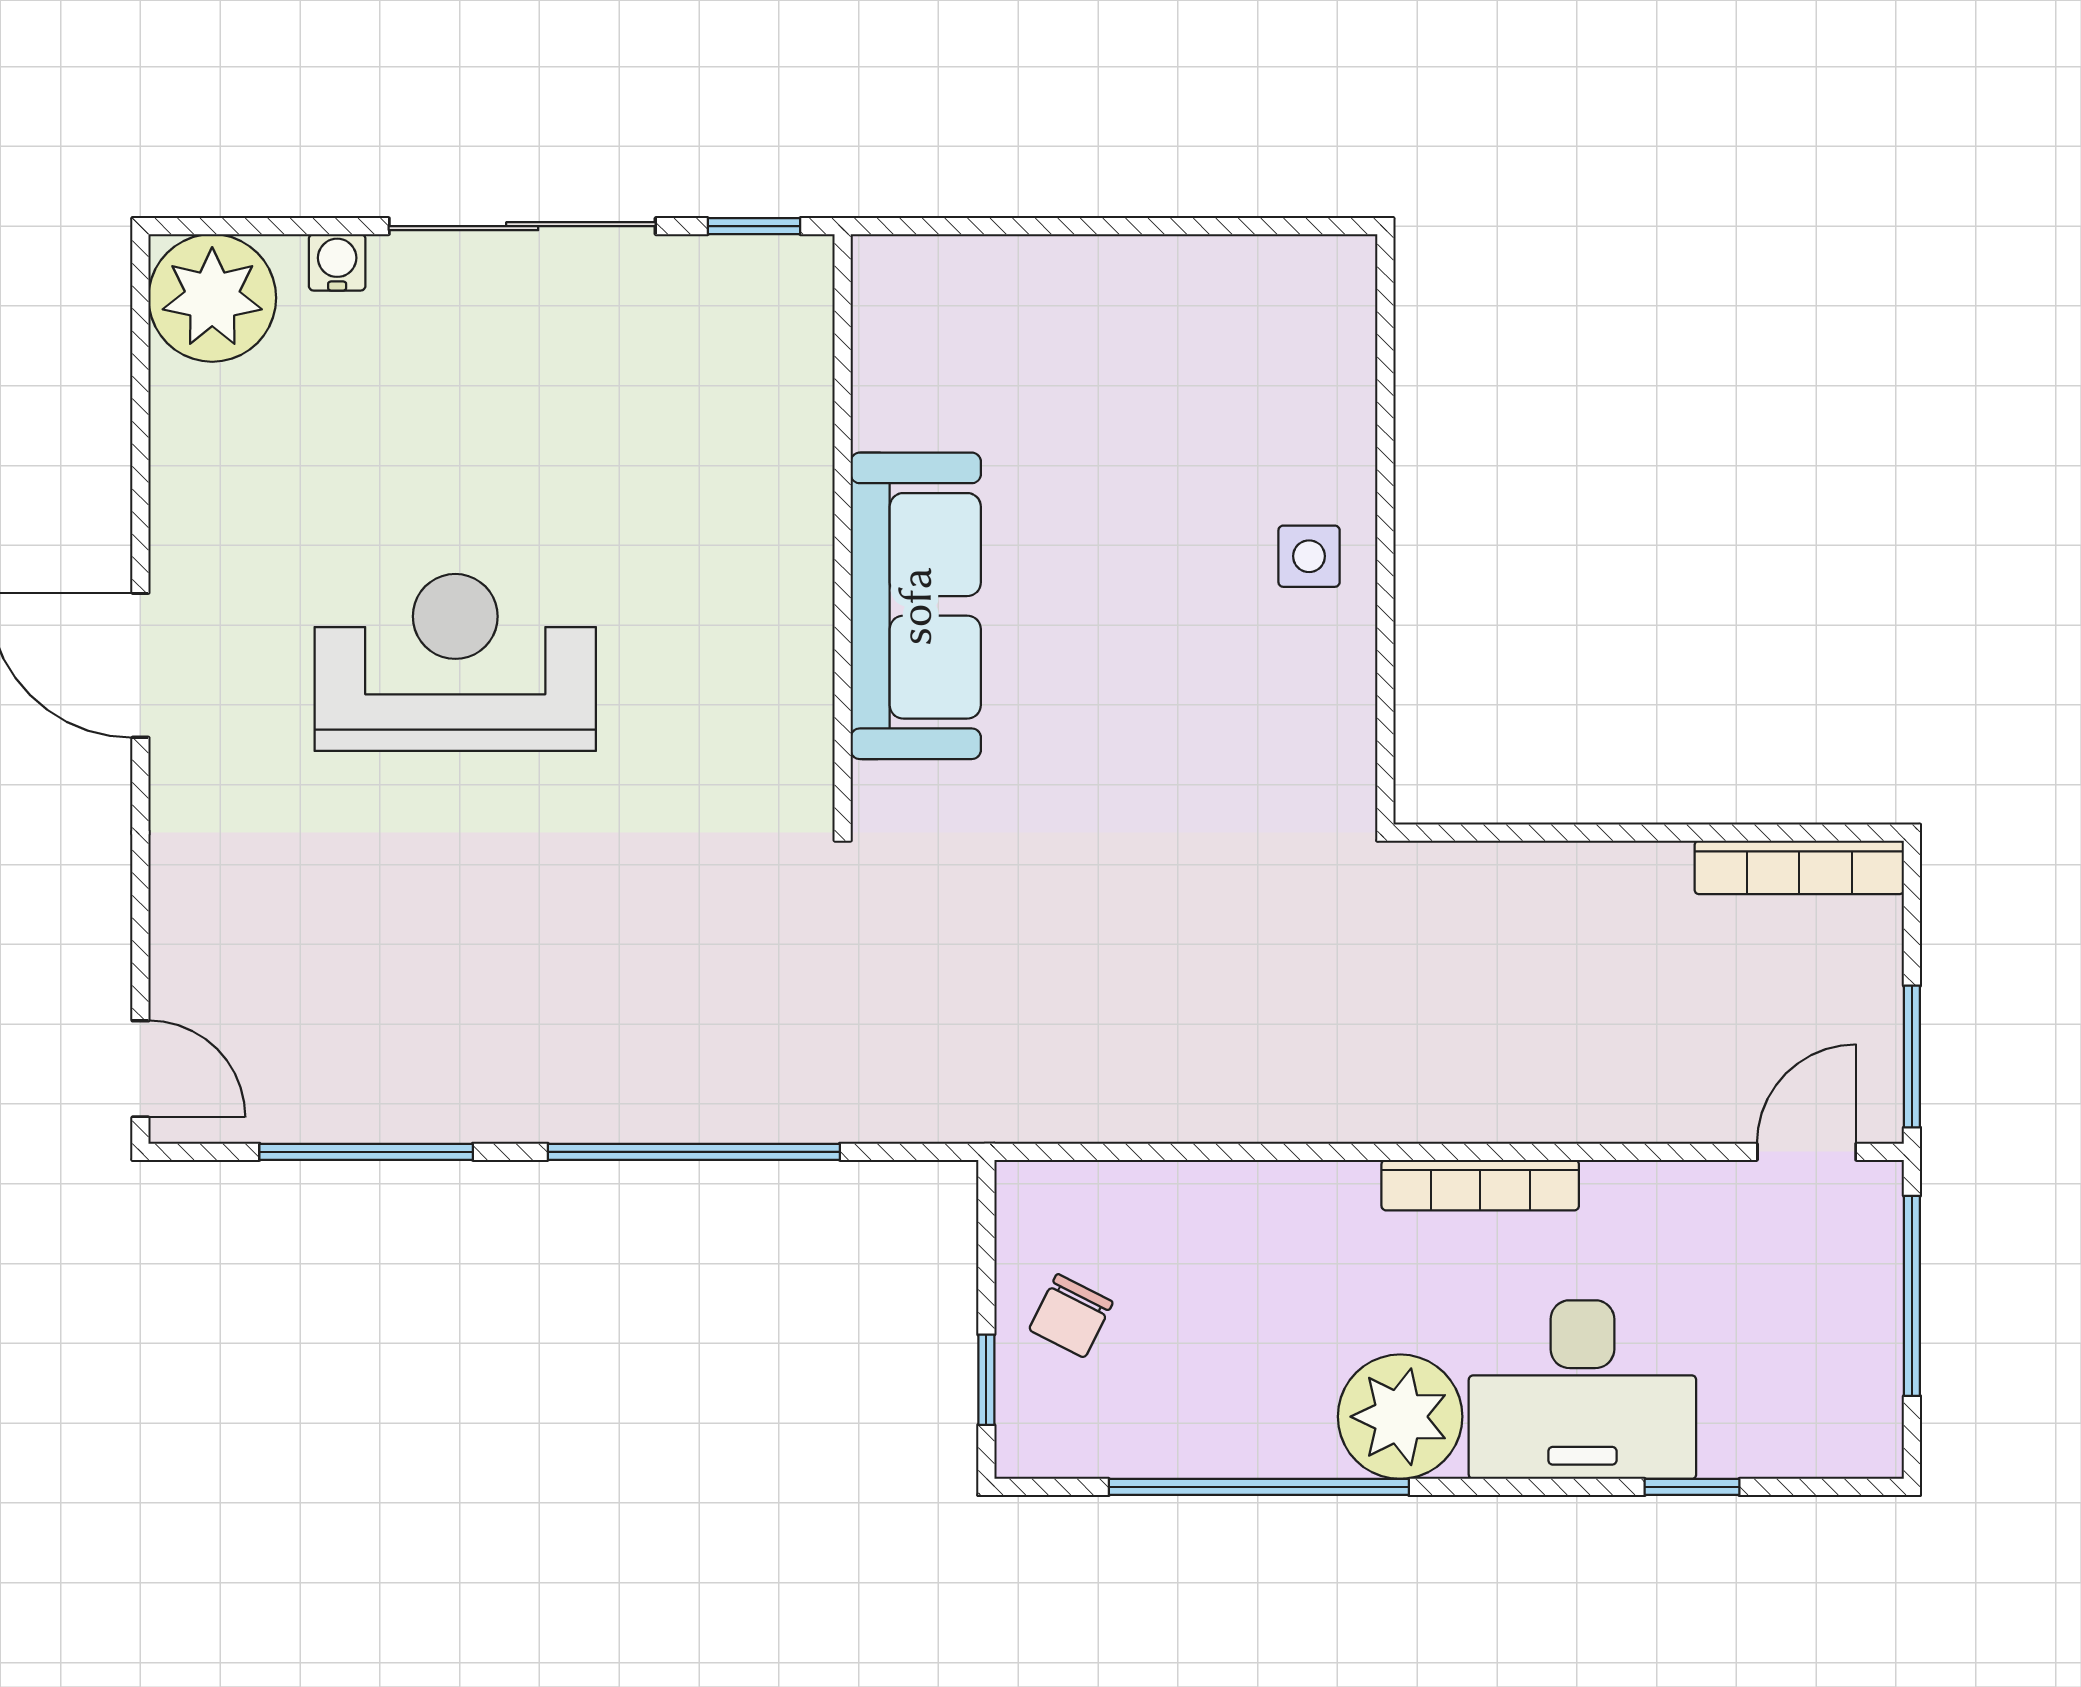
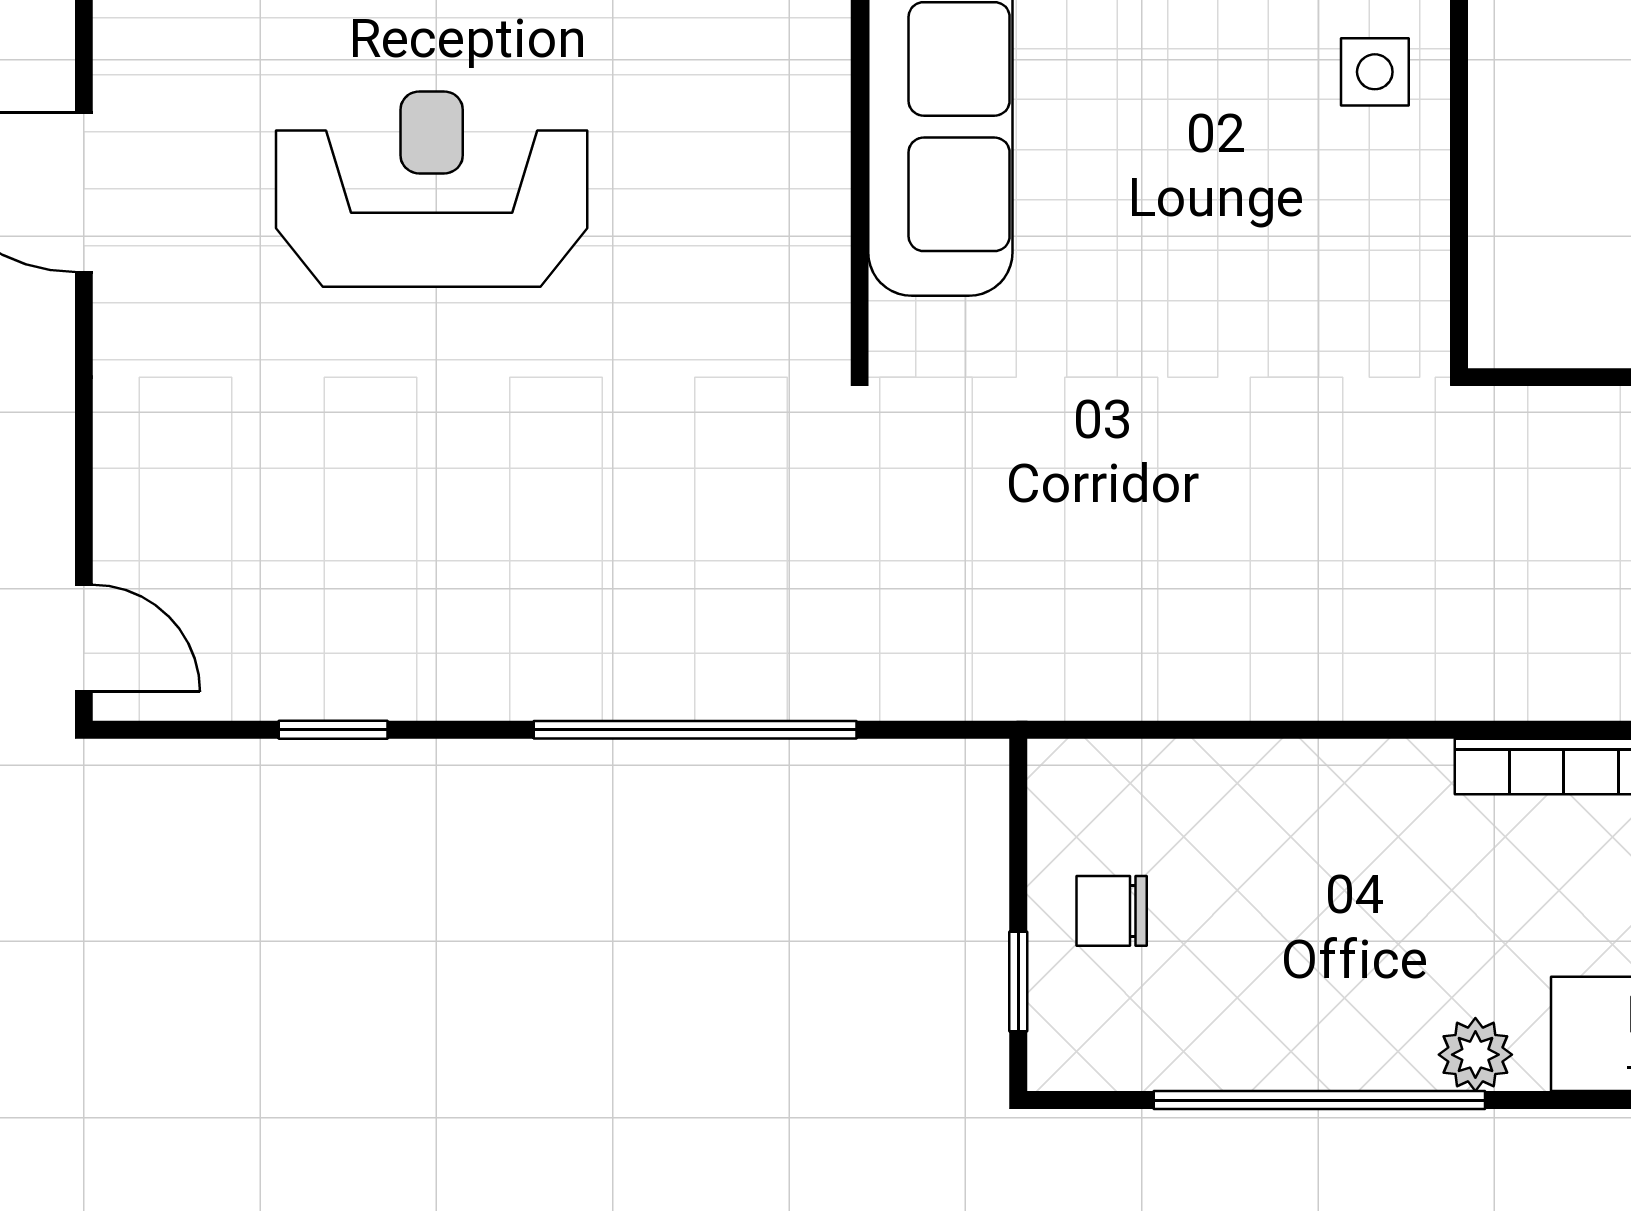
window: (366, 1152) -> (333, 730), width x0.46
chair: (1071, 1316) -> (1112, 911), turned 63
plant: (1400, 1417) -> (1475, 1055), width x0.53, depth x0.53

